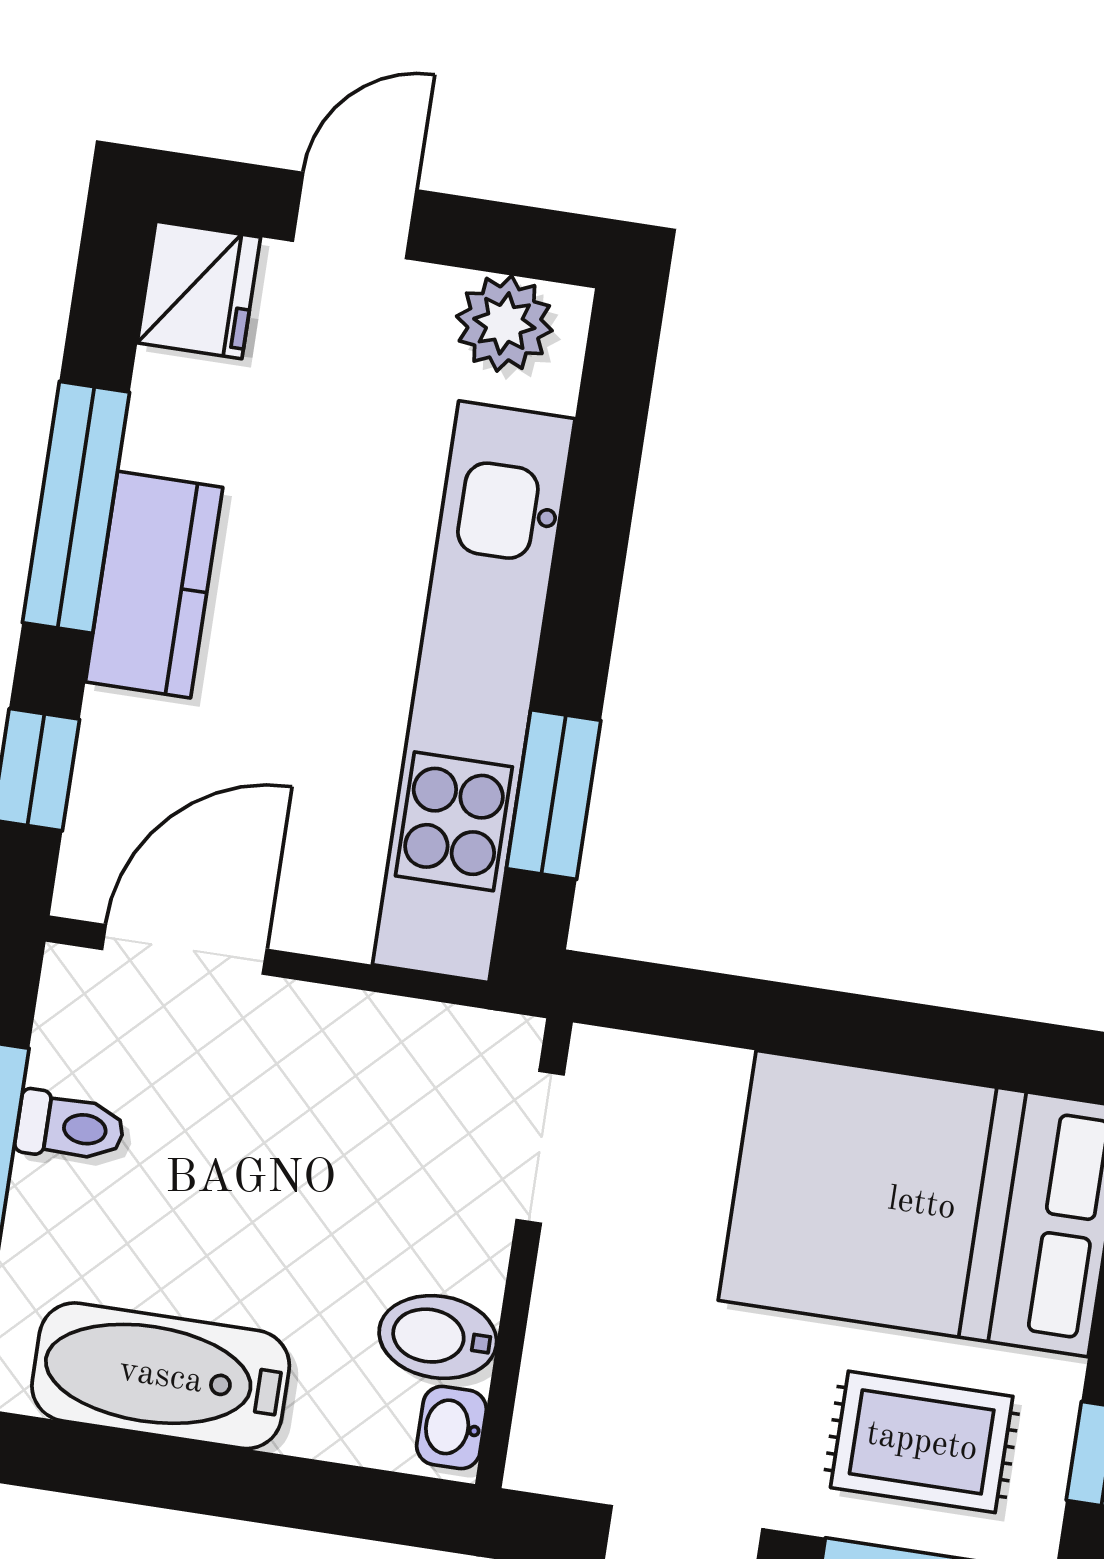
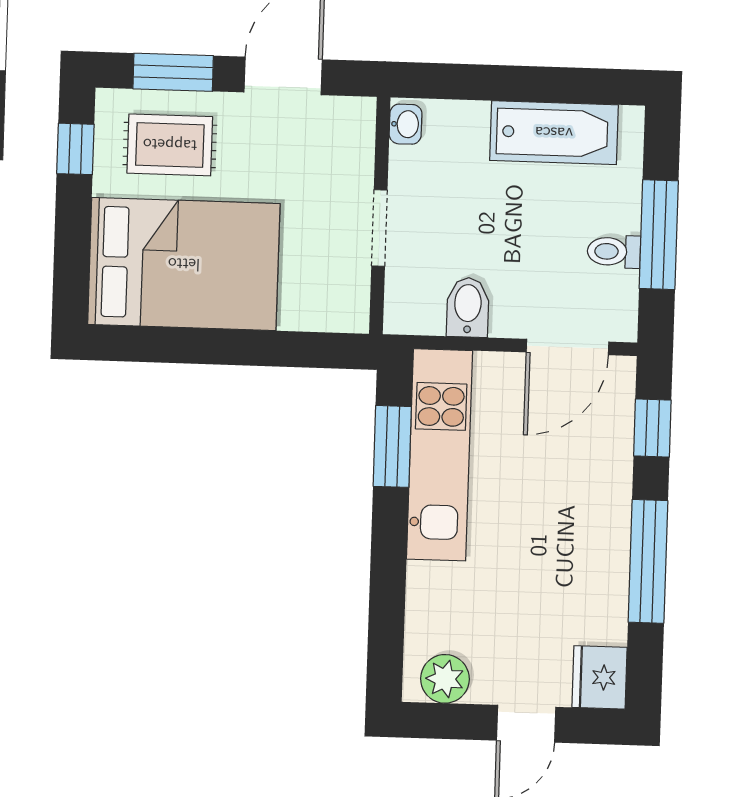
kitchen counter: (154, 585) -> (604, 527), removed
kitchen unit: (474, 692) -> (440, 455), width x0.73
doorway: (540, 1147) -> (379, 228), moved
bidet: (438, 1337) -> (468, 307), moved, turned -90

